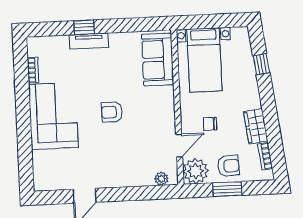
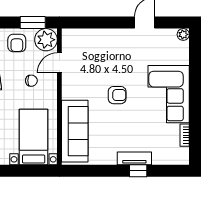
sofa: (158, 60) -> (75, 131), width x1.36
armchair: (228, 166) -> (17, 43), turned -87
plant: (161, 179) -> (183, 34), moved
window: (227, 189) -> (33, 23), moved

